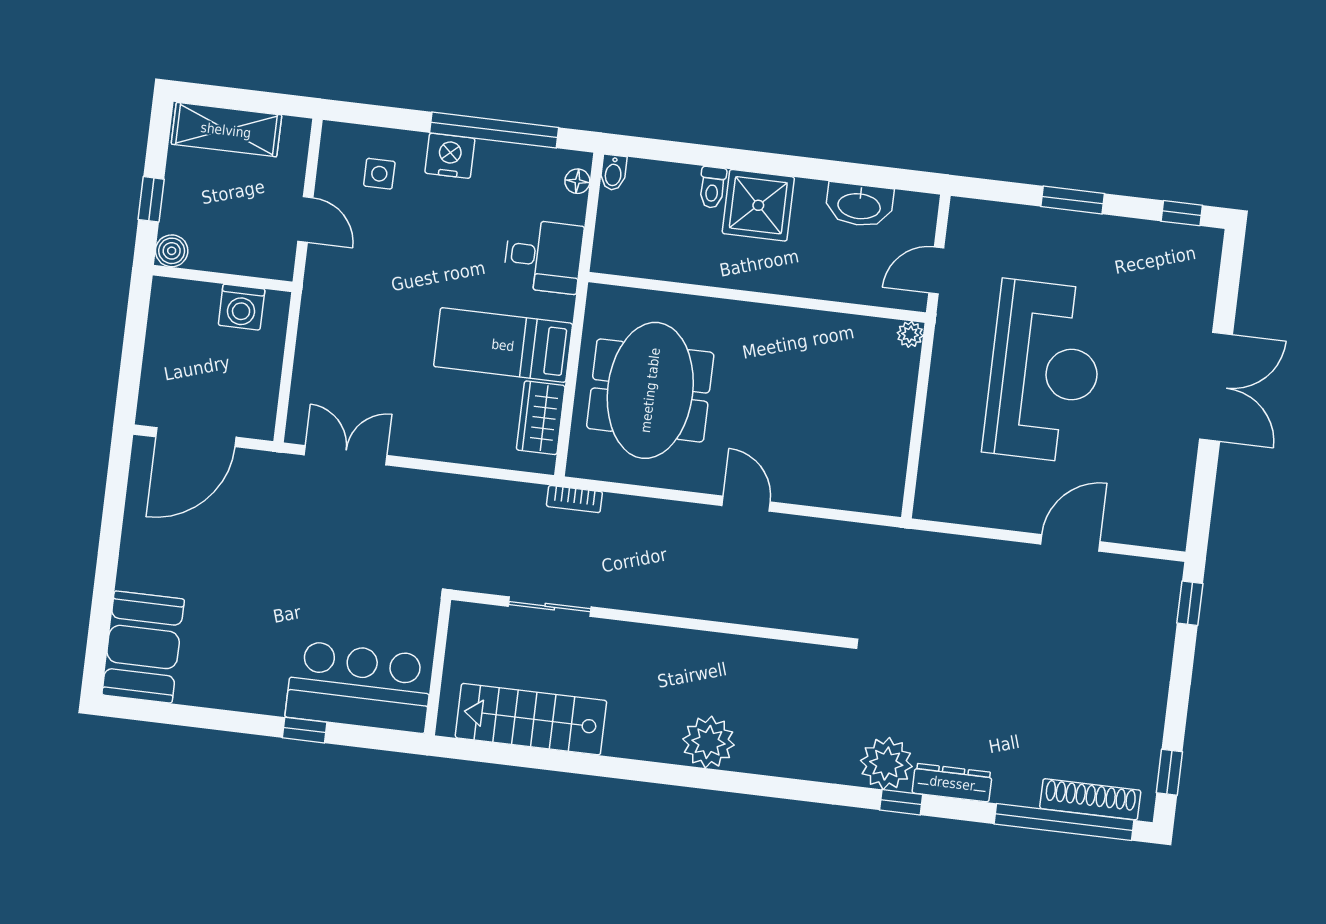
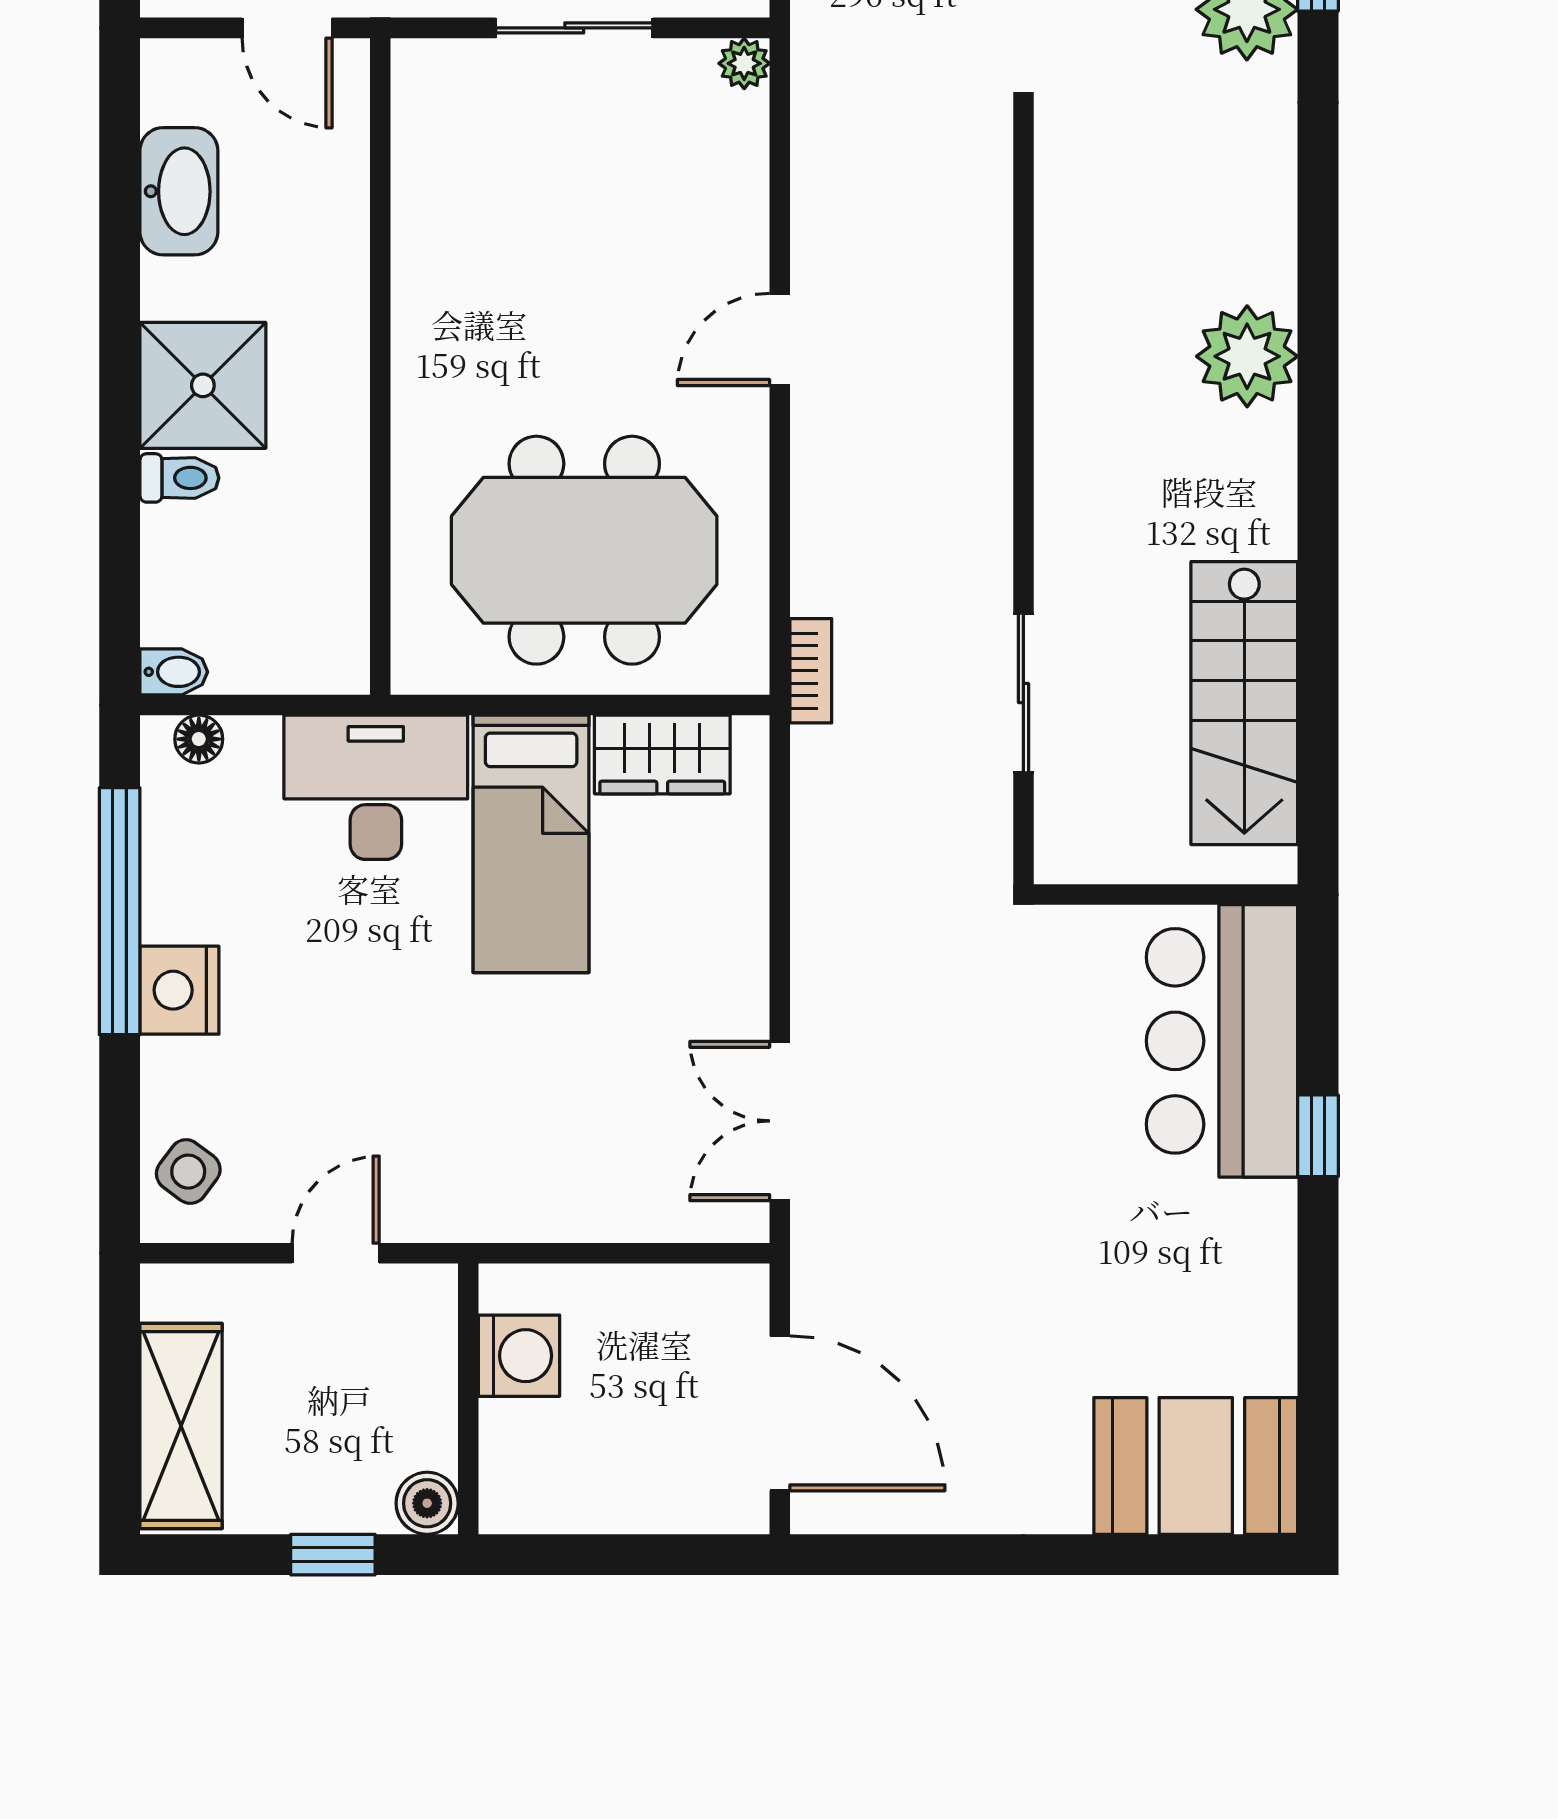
side table: (379, 174) -> (188, 1172), moved, turned 37
desk: (543, 256) -> (376, 787), width x1.37
plant: (910, 334) -> (744, 63), moved
sliding door: (918, 418) -> (574, 28), added

